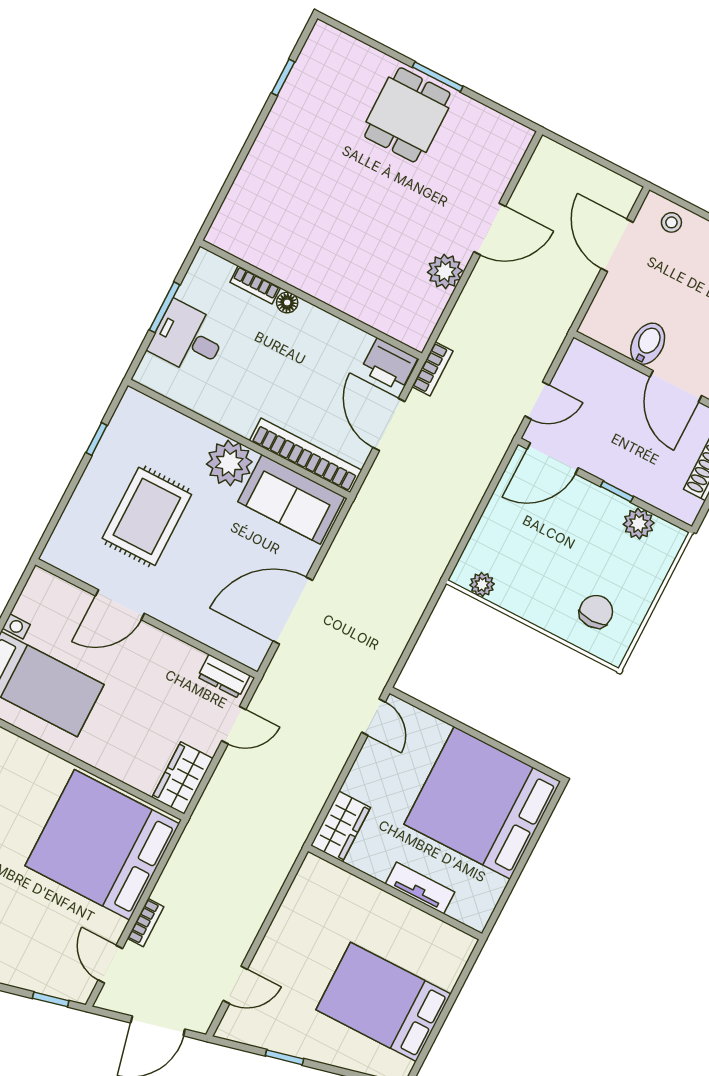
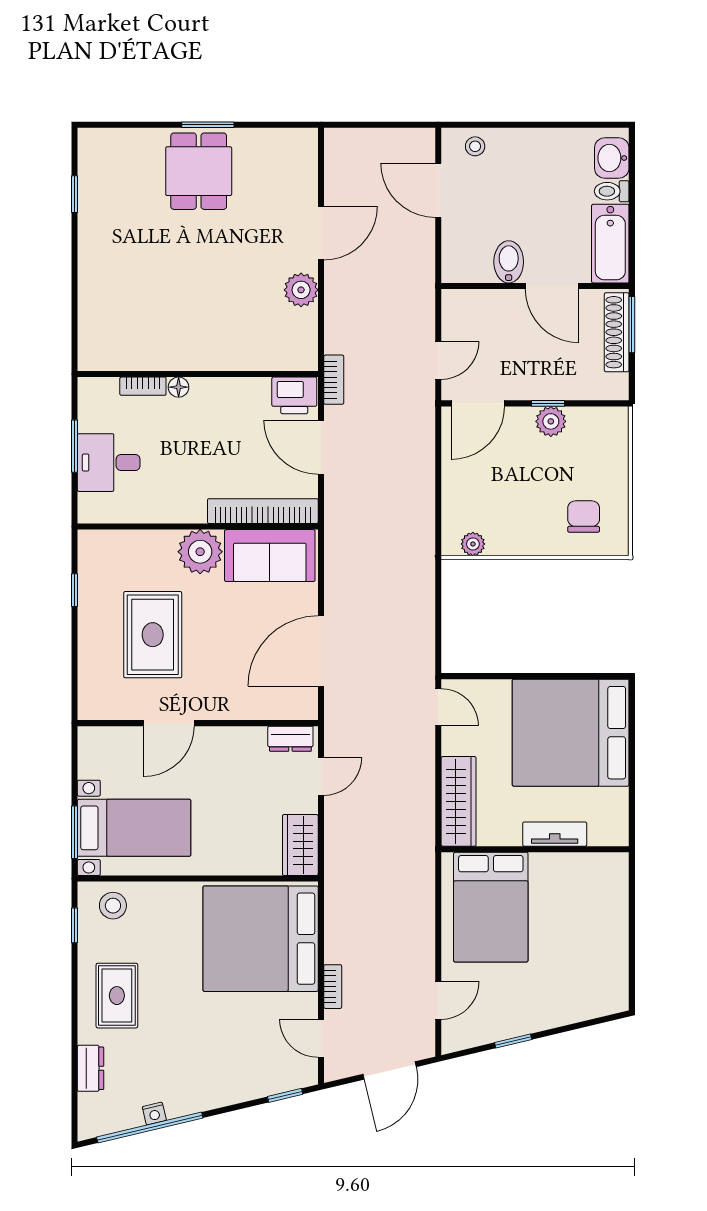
plant: (639, 524) -> (551, 421), moved
wardrobe: (341, 826) -> (459, 801), width x1.50
bed: (383, 1002) -> (491, 907), moved, turned -90

